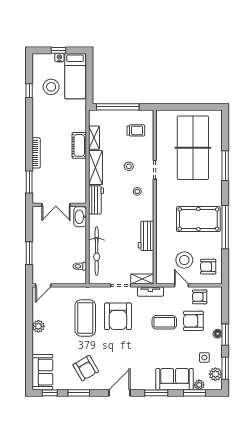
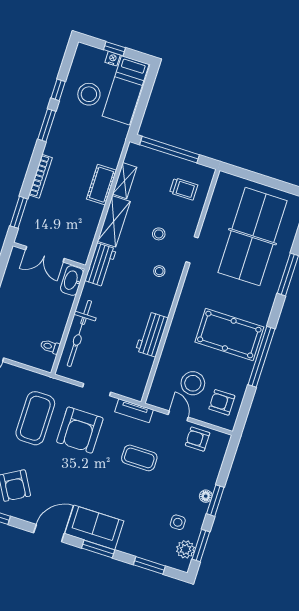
window: (29, 117) -> (47, 125), added
shelving: (142, 279) -> (128, 391), removed
armchair: (193, 321) -> (179, 469), removed
sofa: (175, 379) -> (94, 527), moved
plant: (199, 385) -> (159, 557), removed

